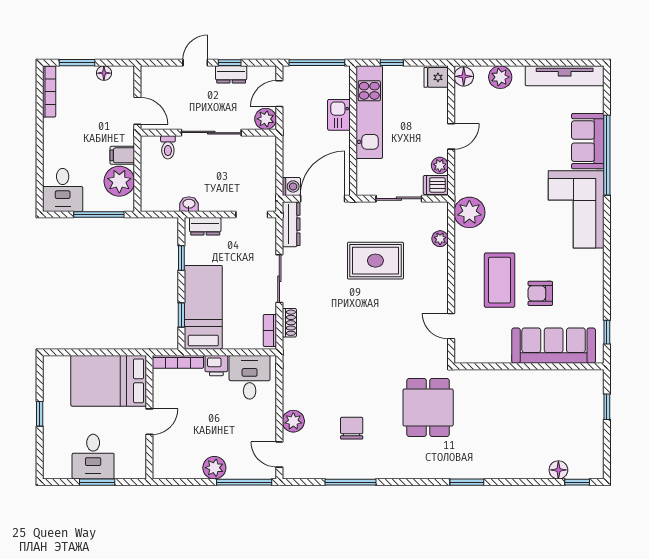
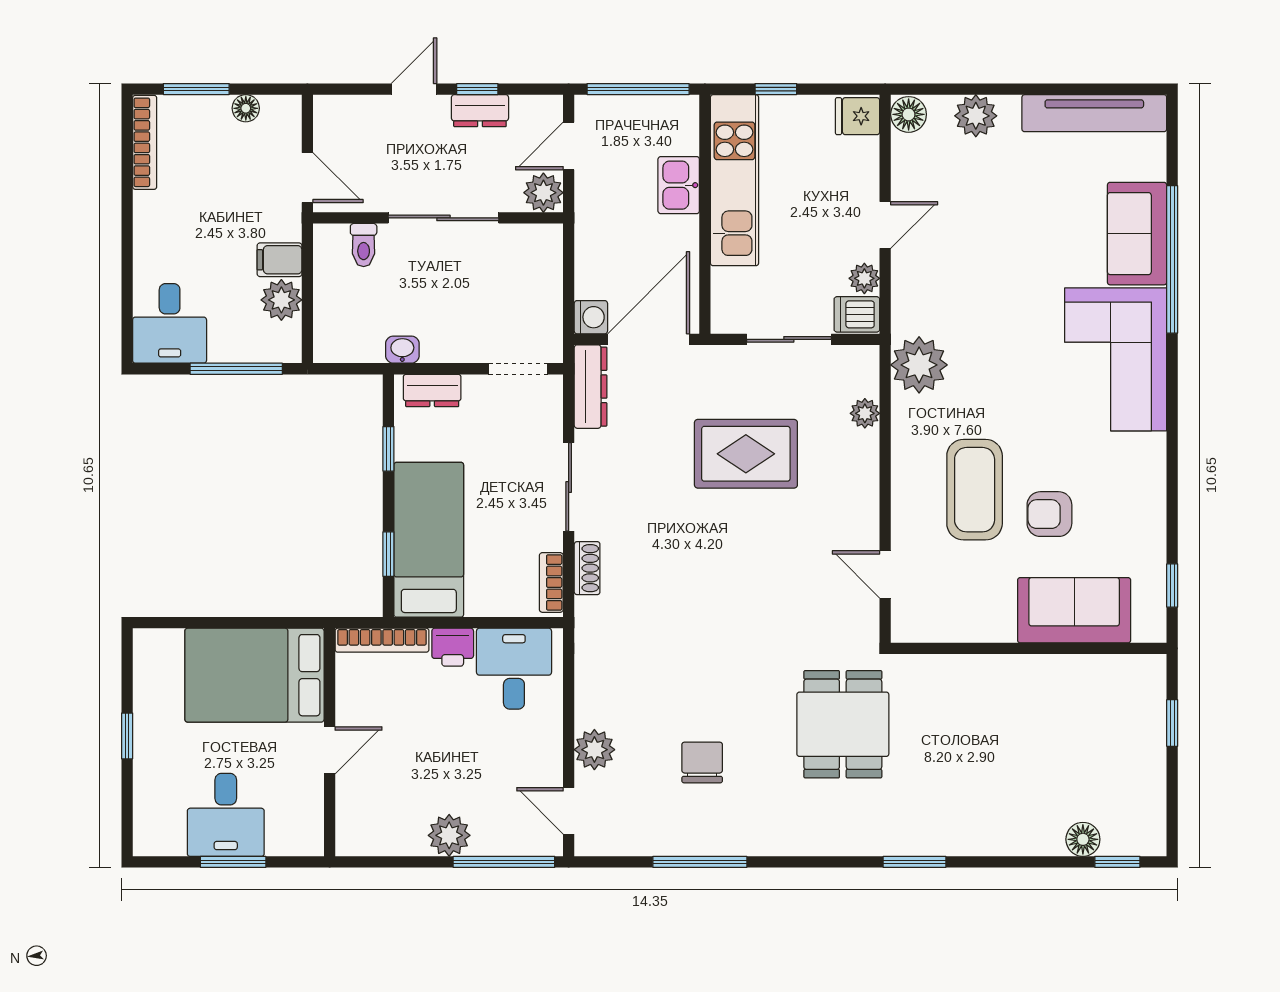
plant: (119, 181) -> (281, 300), width x0.73, depth x0.73
sofa: (554, 346) -> (1074, 610), width x0.73

